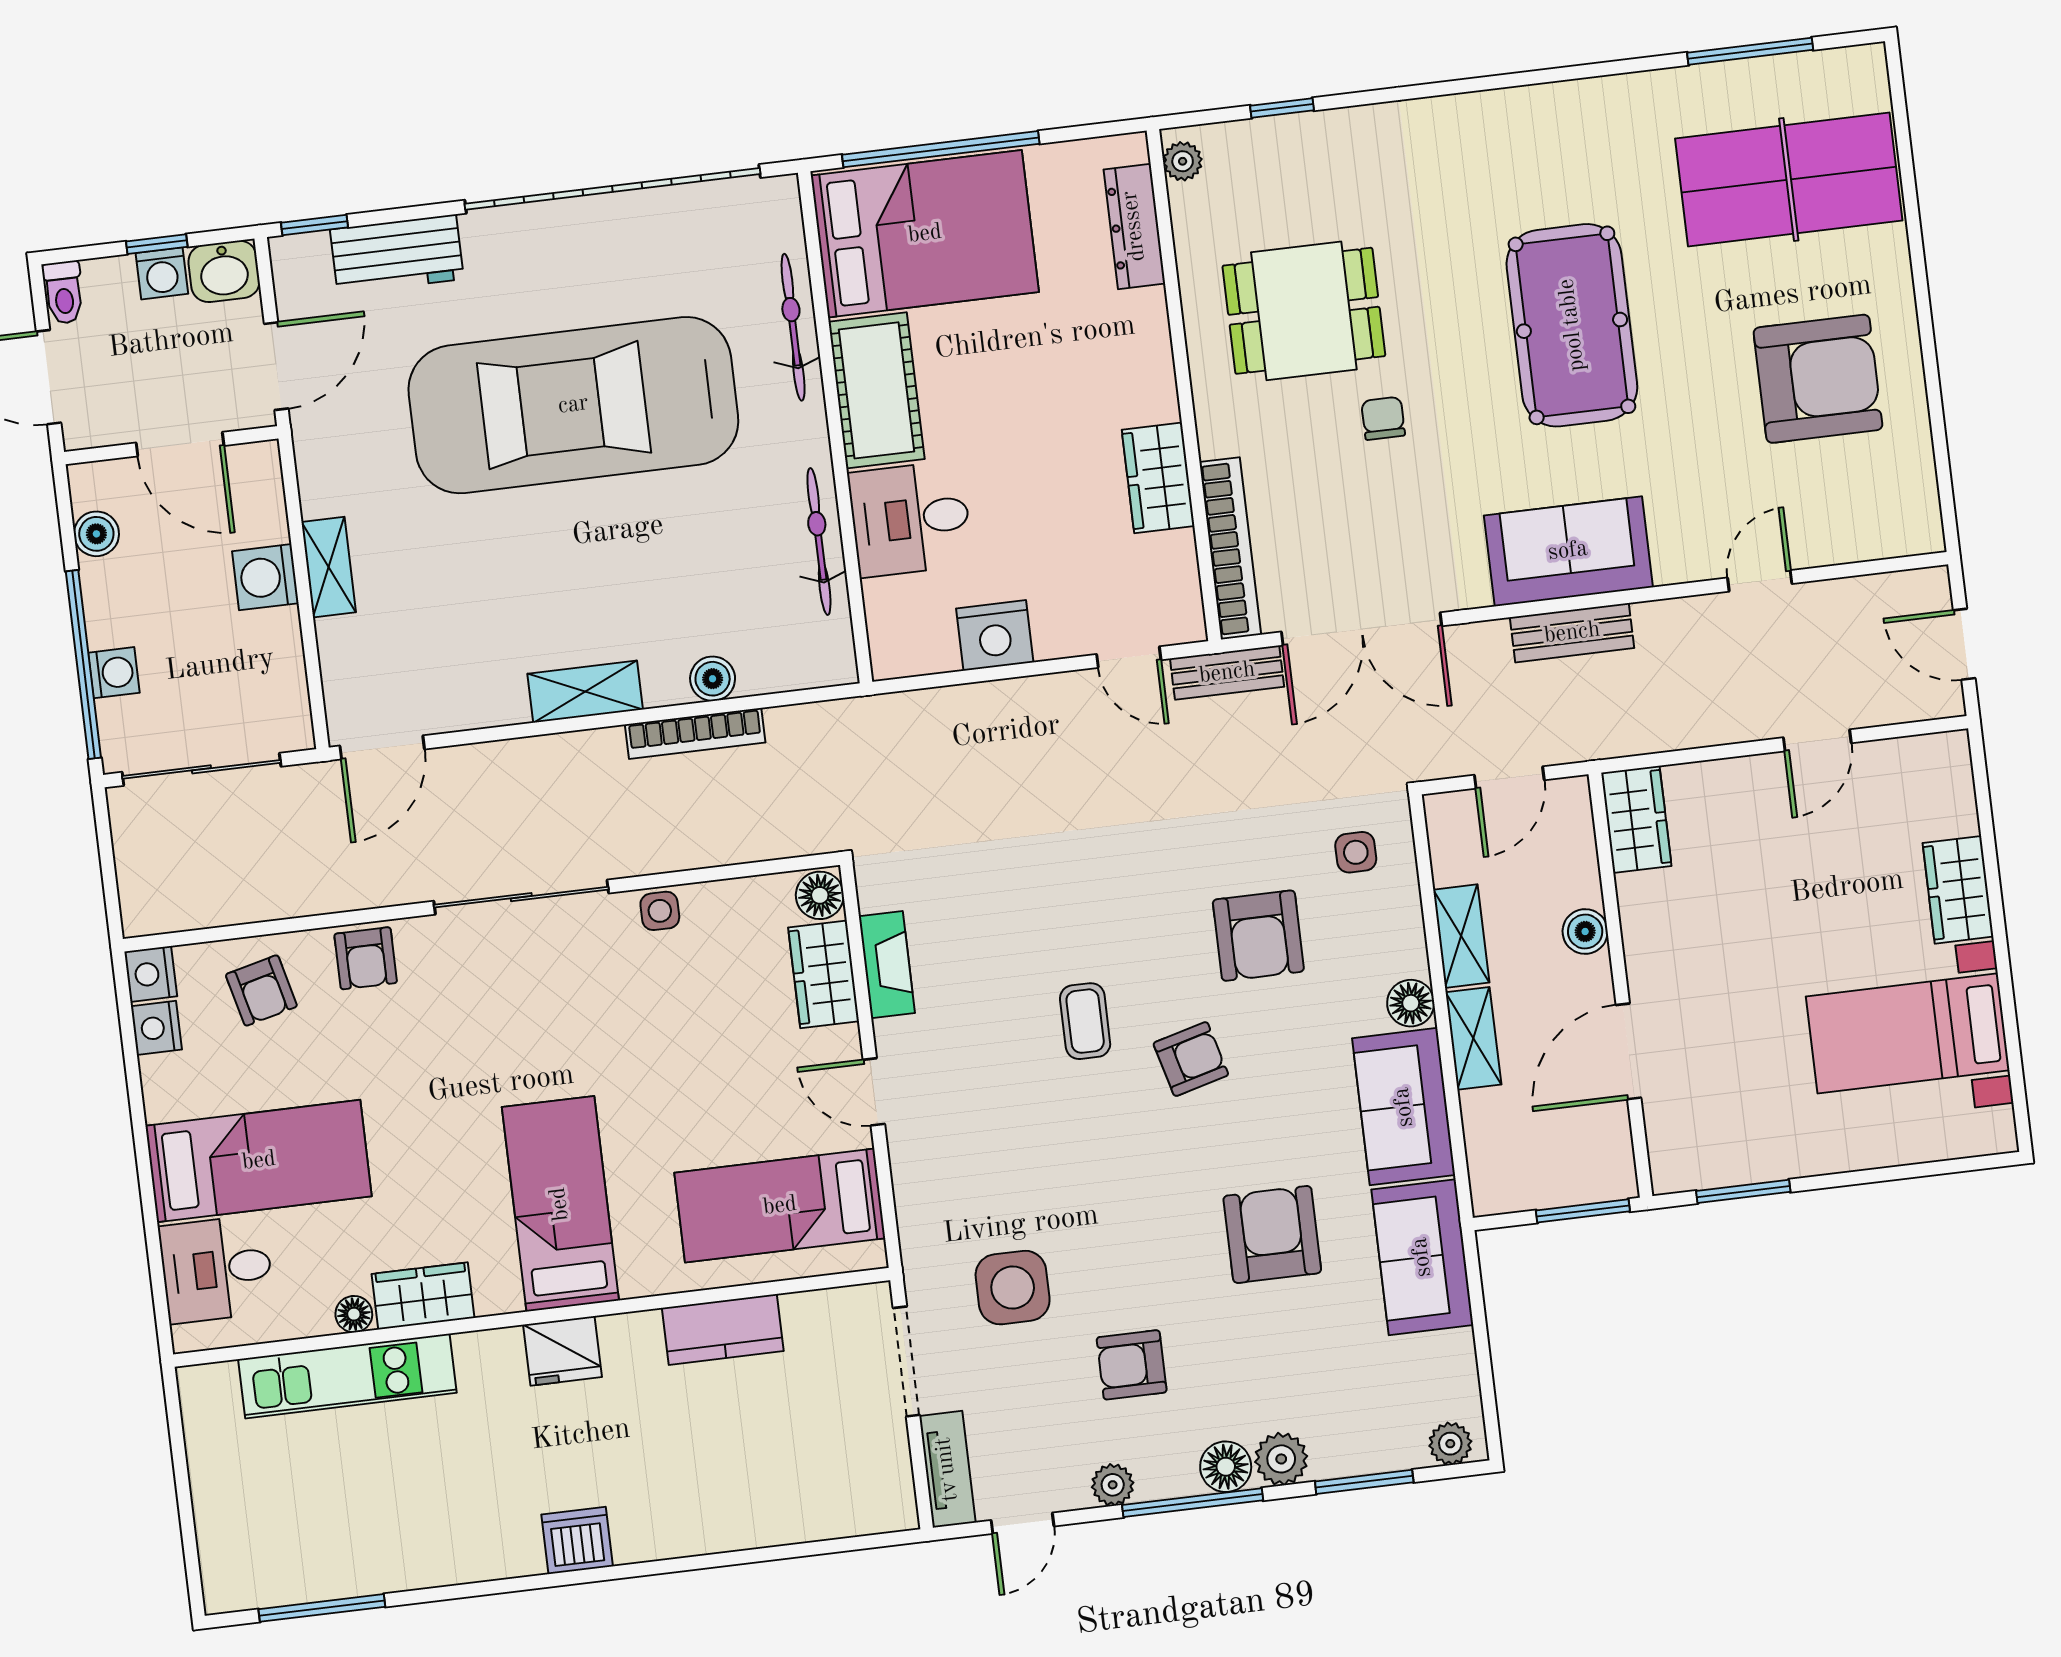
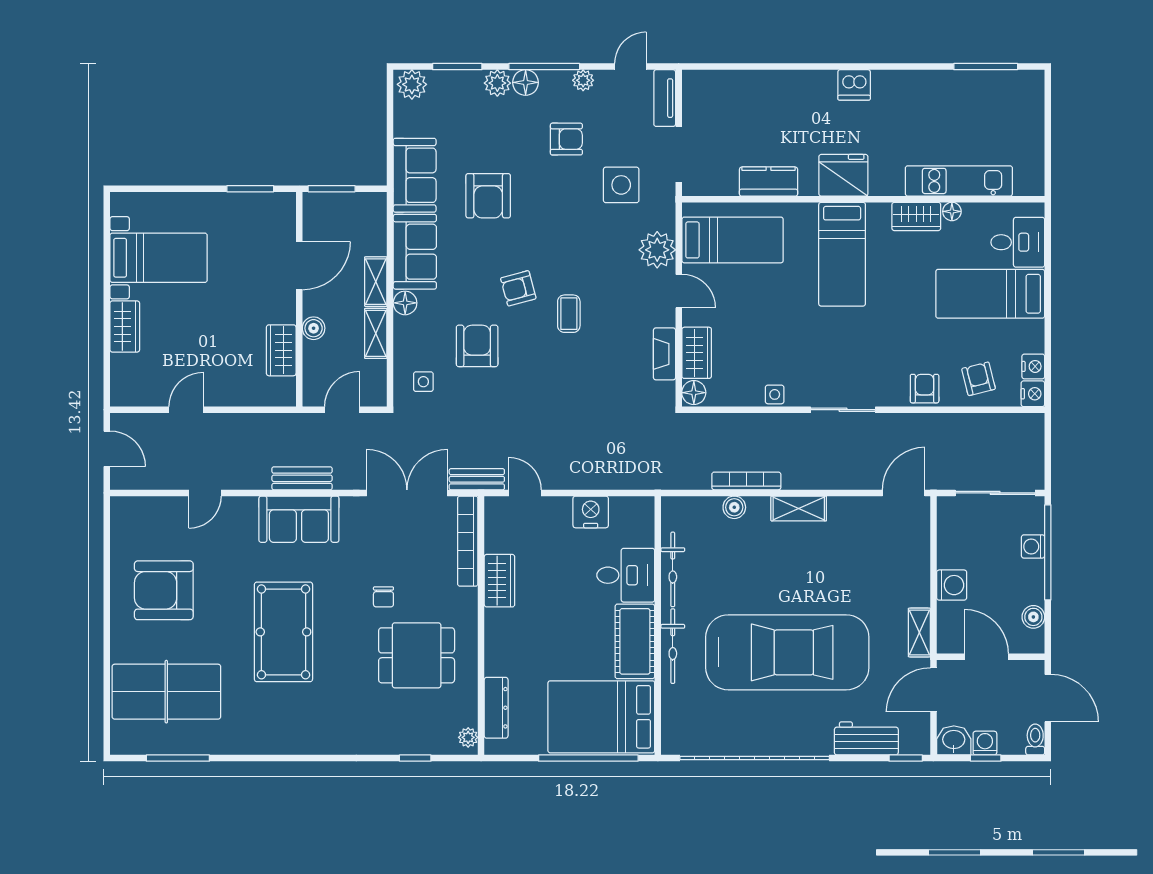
bicycle: (793, 327) -> (673, 646), moved
shelving: (329, 567) -> (919, 633), moved
wardrobe: (1636, 819) -> (281, 350), moved
sliding door: (521, 897) -> (843, 410), width x0.73
plant: (926, 1168) -> (657, 250), added
fridge: (563, 1351) -> (843, 175), width x1.36, depth x1.34
plant: (1450, 1444) -> (412, 84), width x1.38, depth x1.38

